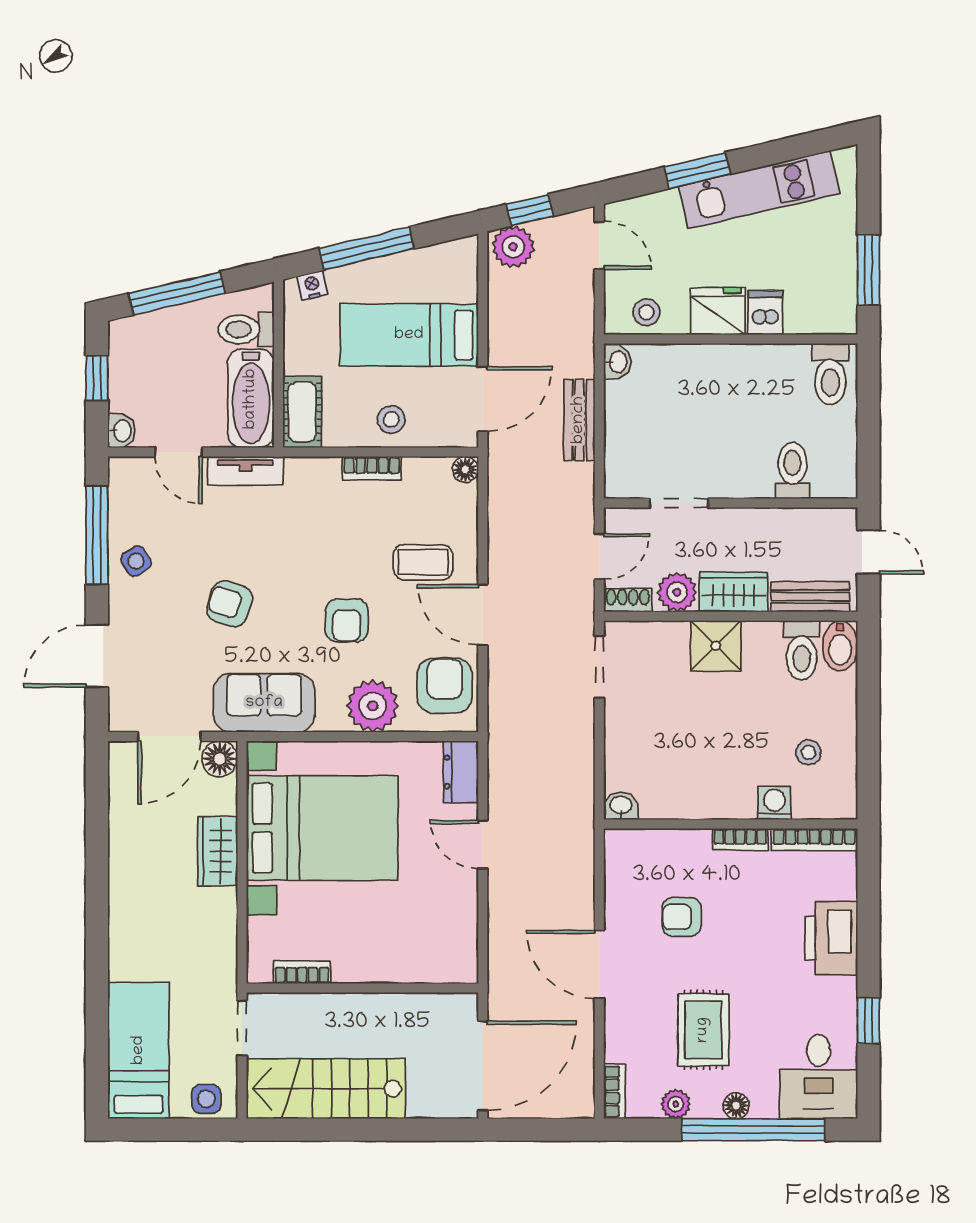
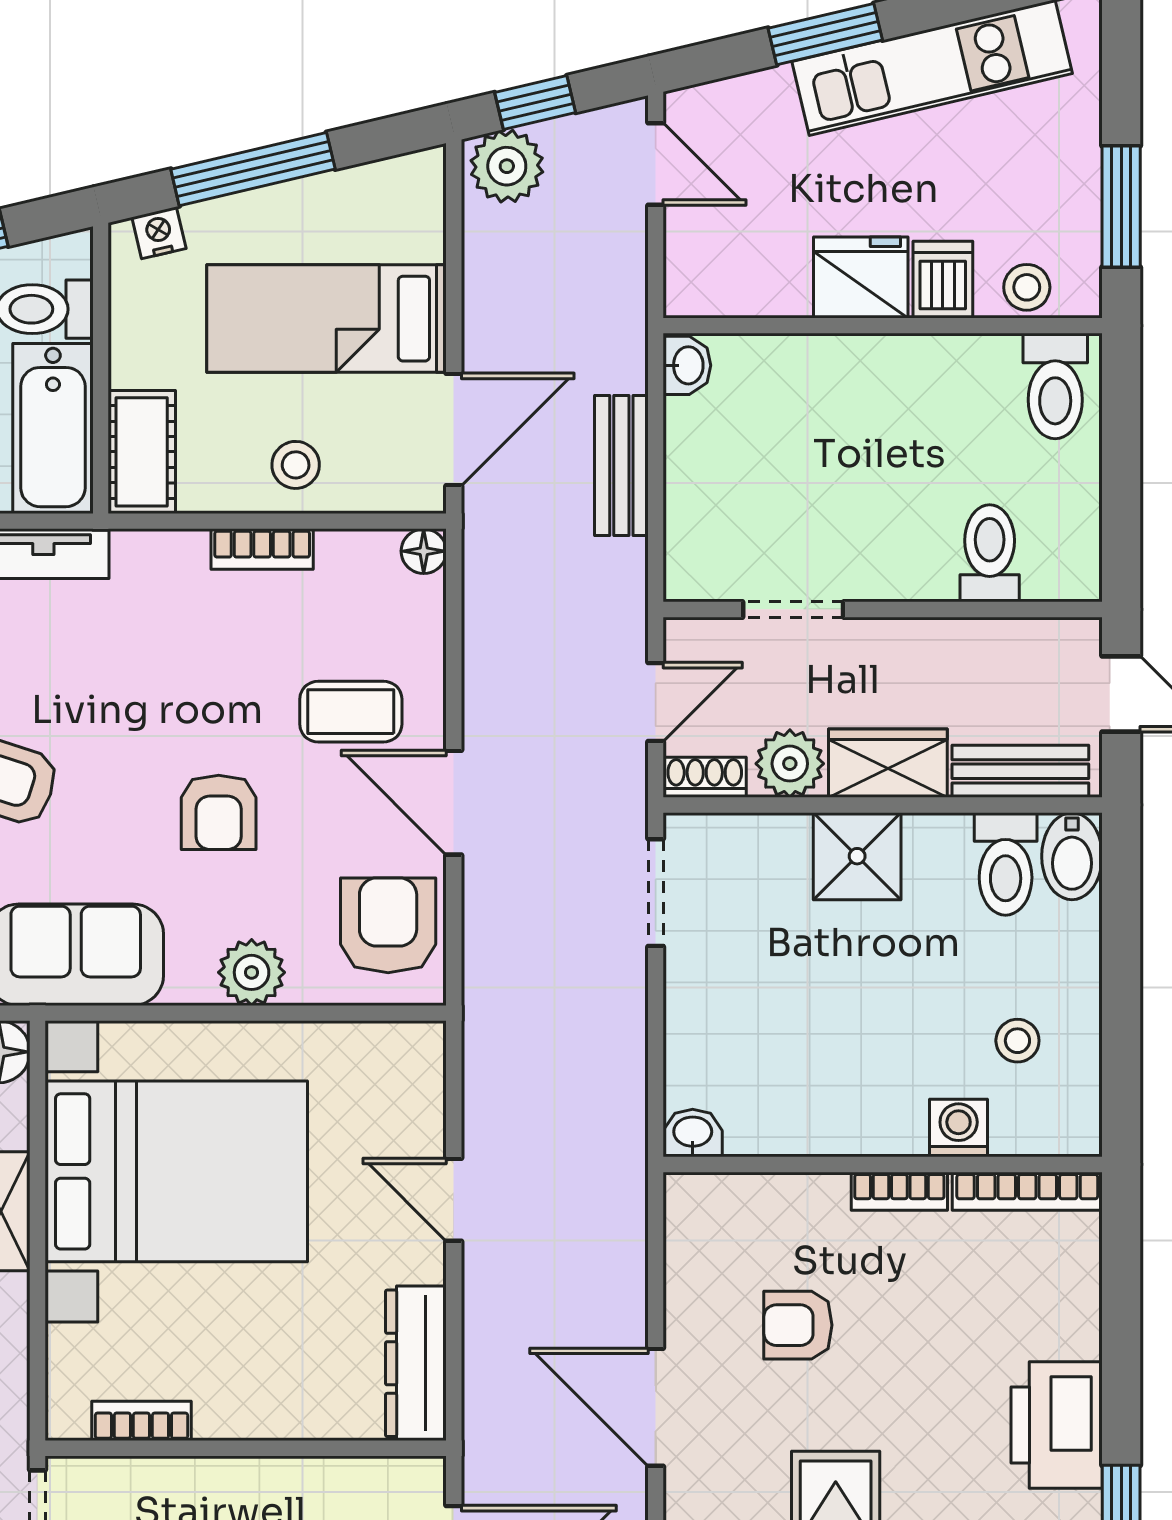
stool: (647, 312) -> (1027, 287), moved
plant: (373, 706) -> (252, 972), width x0.73, depth x0.73
dresser: (461, 772) -> (416, 1363), moved, width x1.44
printer: (831, 938) -> (1057, 1425), moved

